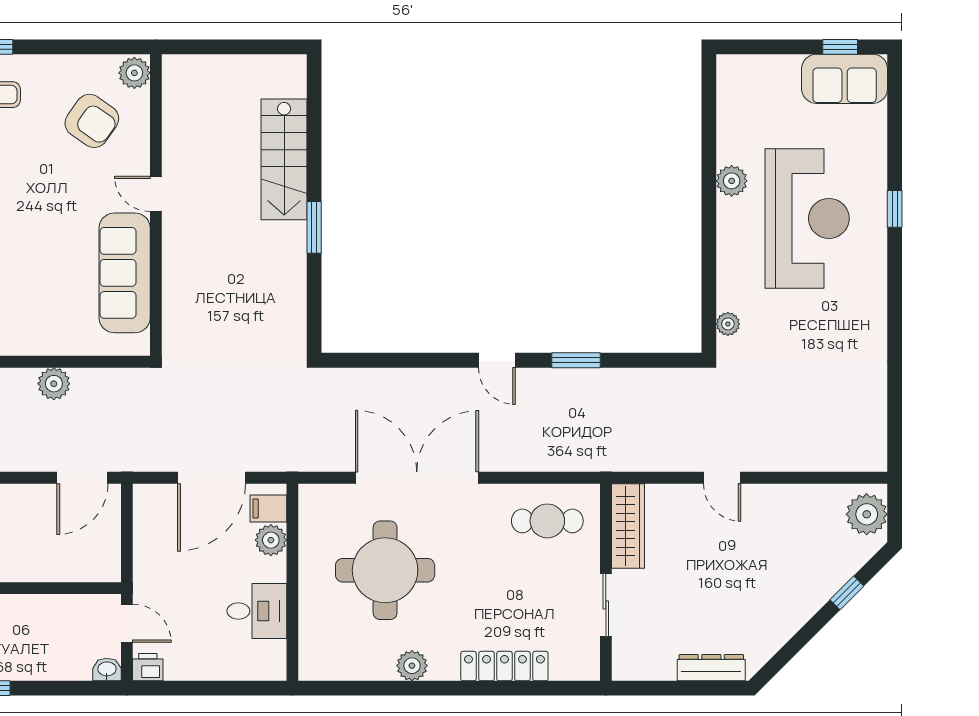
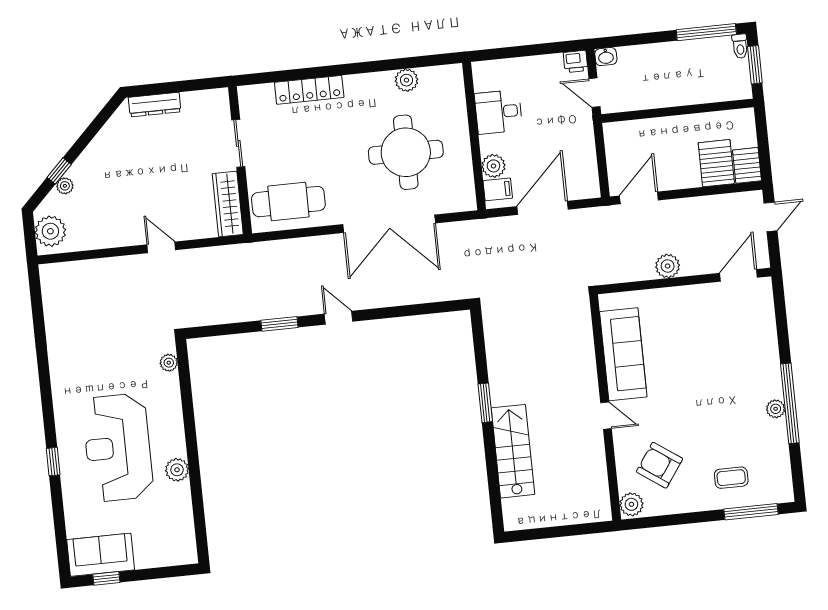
cafe table: (547, 521) -> (288, 202), width x1.37, depth x1.35
plant: (841, 572) -> (65, 186), added
plant: (412, 666) -> (406, 80), moved

